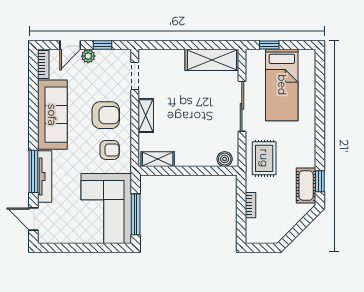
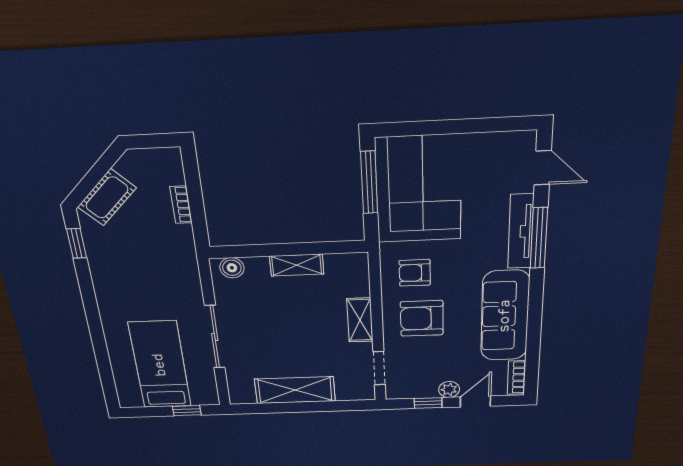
shelving: (212, 60) -> (295, 390), moved
rug: (264, 158) -> (170, 271), removed
shelving: (158, 159) -> (297, 265), moved
cot: (306, 186) -> (107, 197), moved, turned 45

